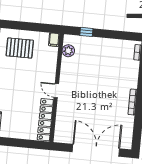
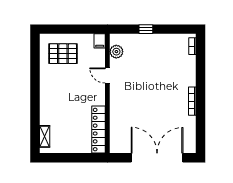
window: (86, 32) -> (146, 29), moved
door: (56, 91) -> (107, 76), moved

